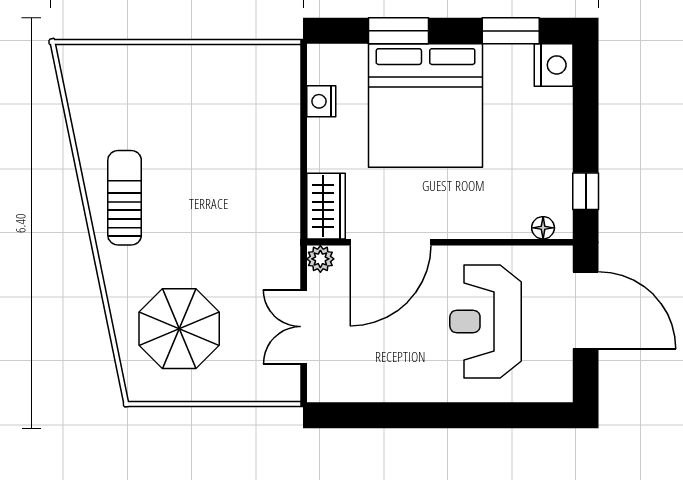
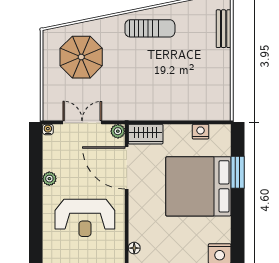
window: (511, 31) -> (238, 231), removed
bench: (125, 57) -> (224, 29), added
reception desk: (486, 322) -> (85, 218), turned 180
plant: (411, 389) -> (49, 179), added
water cooler: (317, 392) -> (48, 129), added

